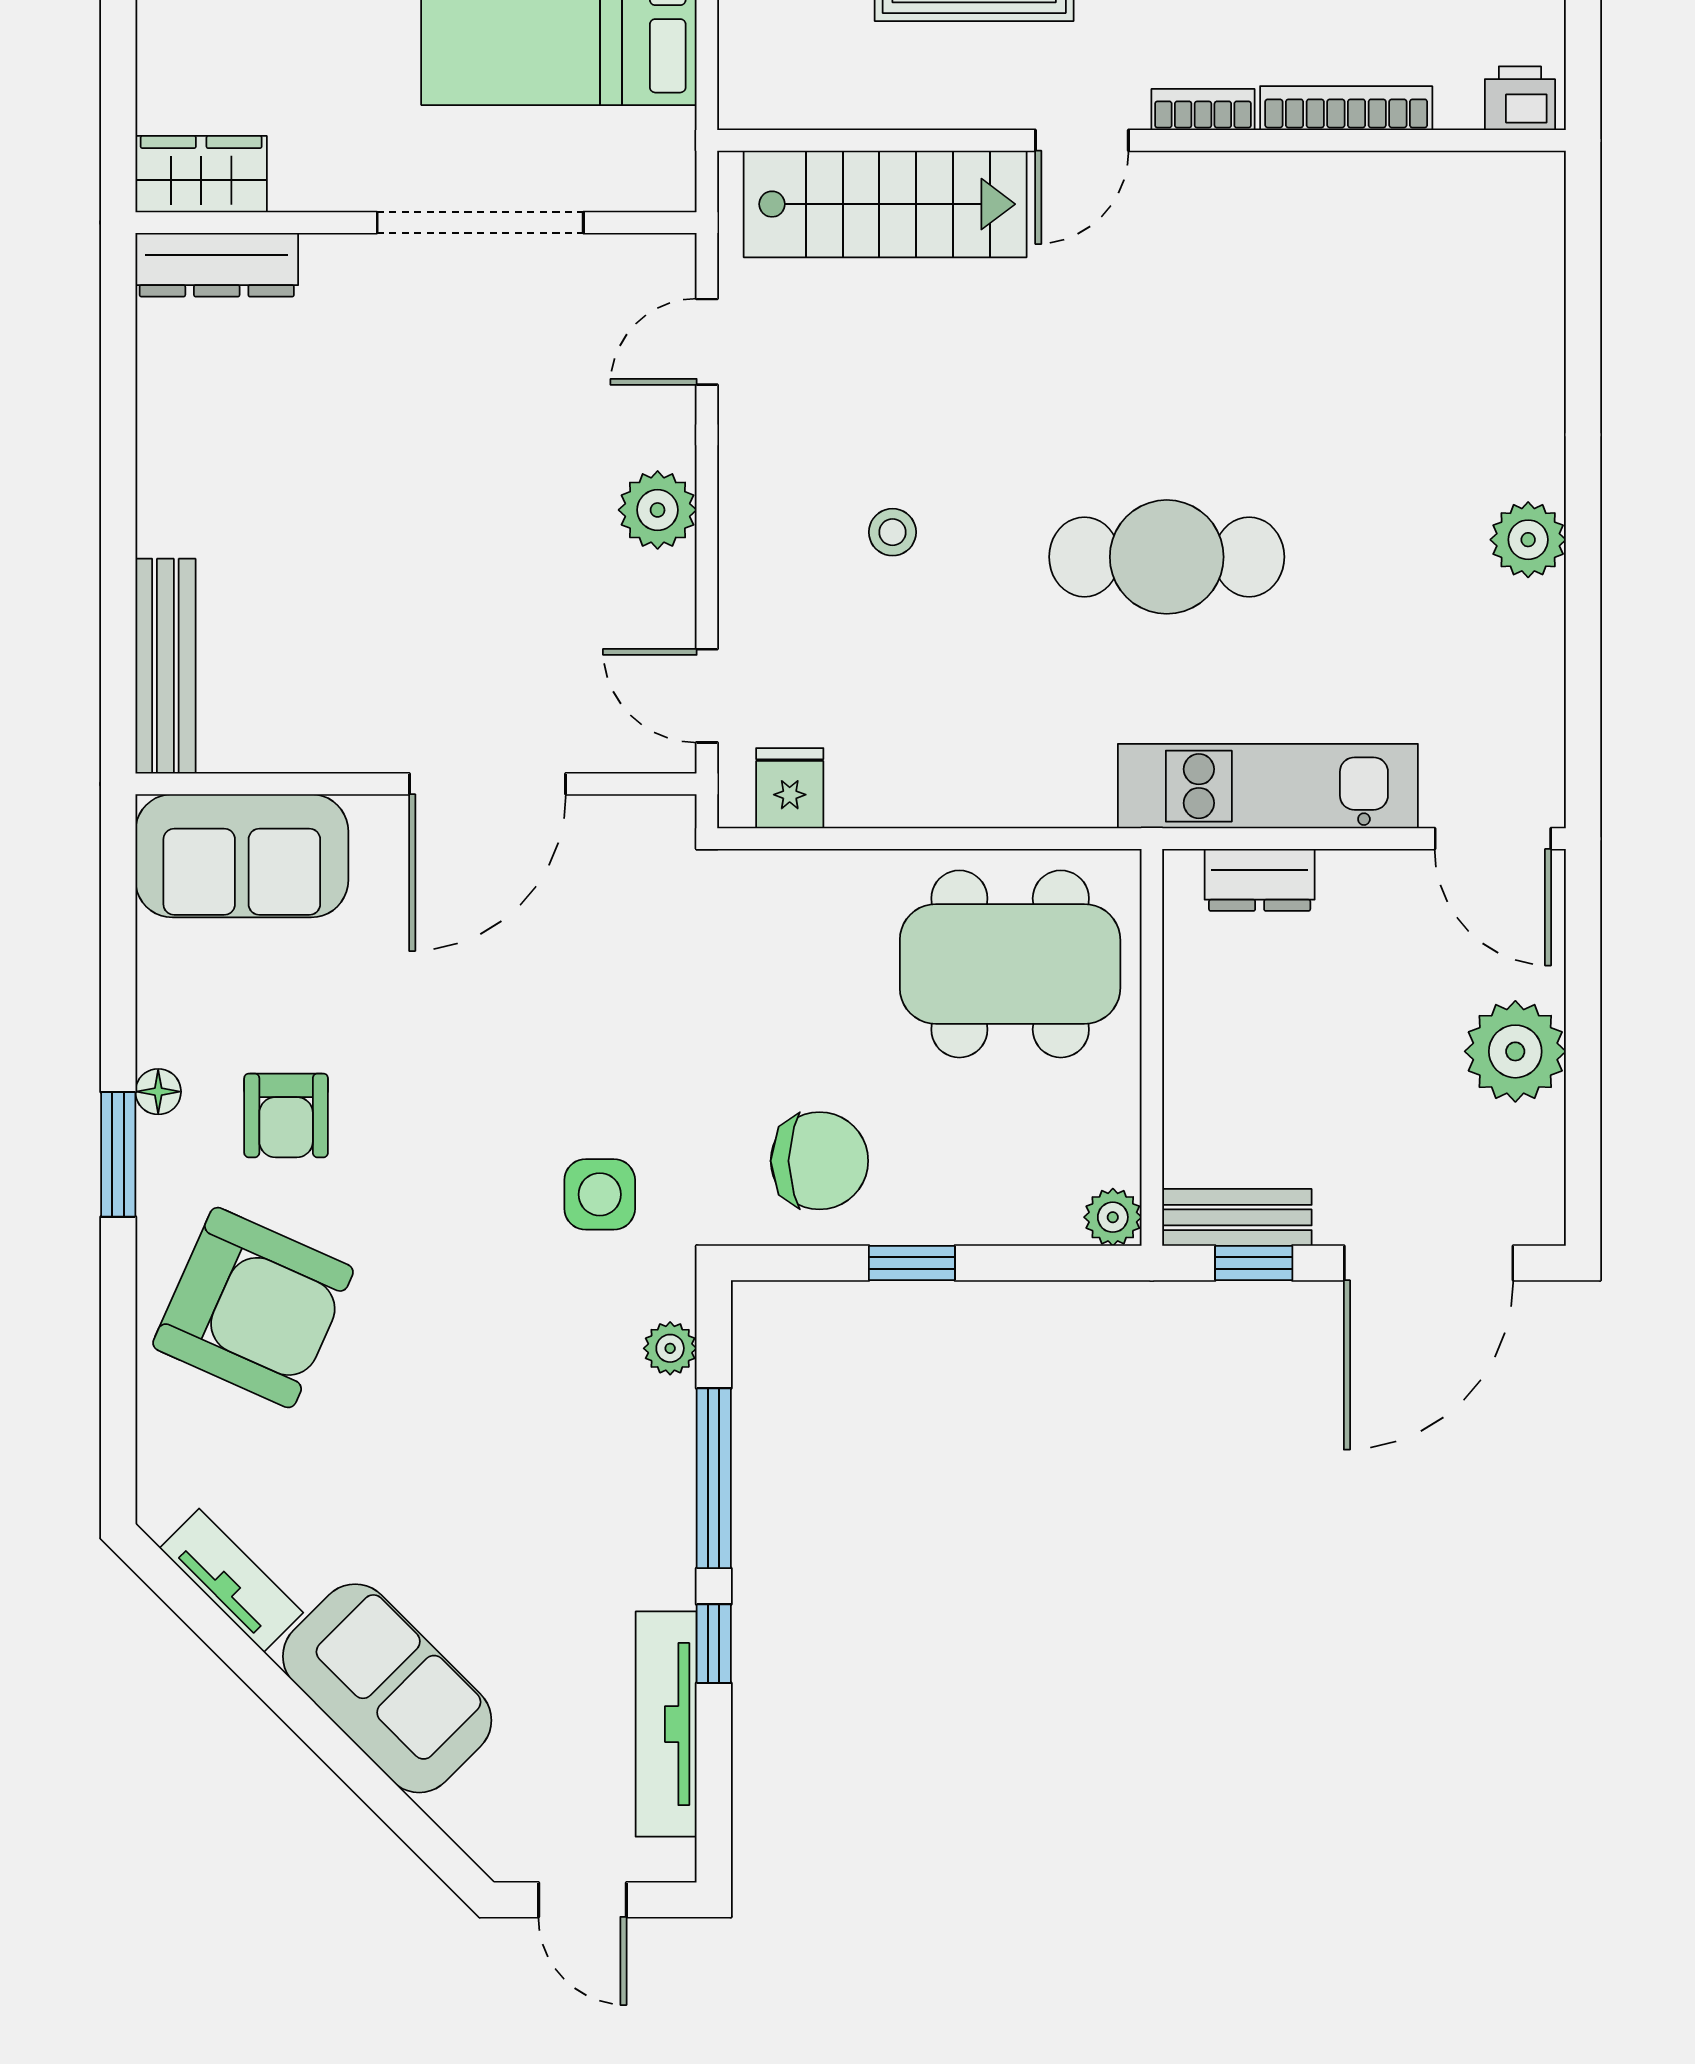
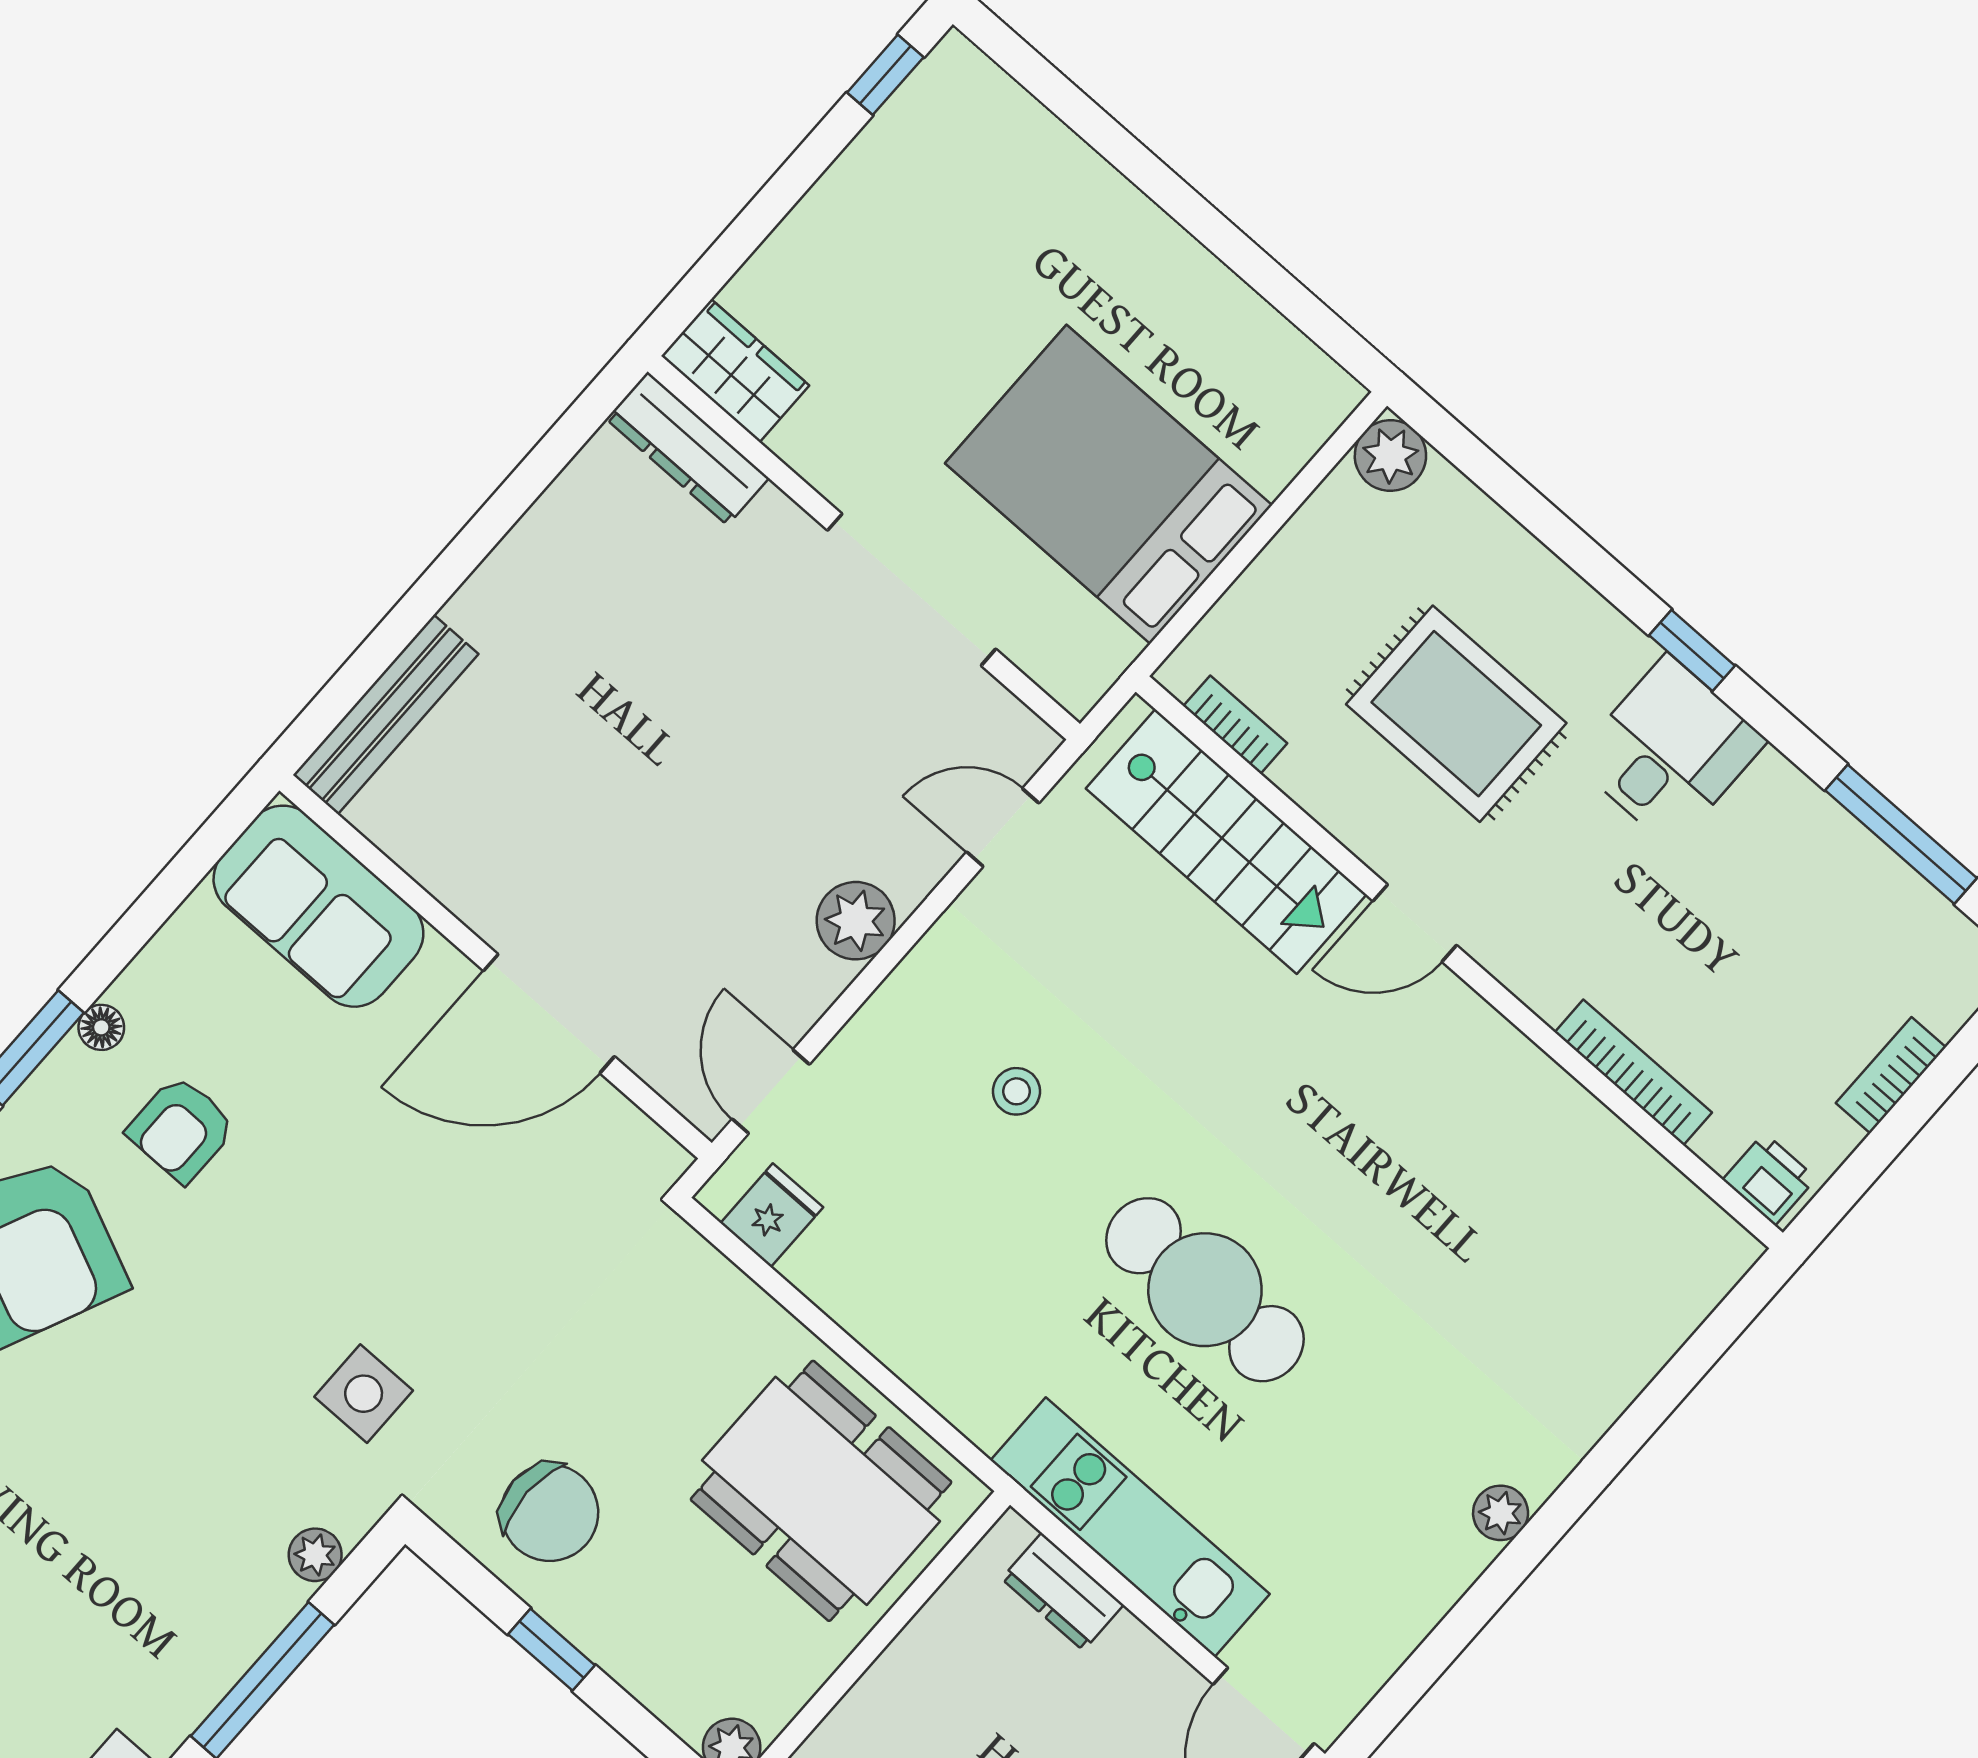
bookcase: (1203, 110) -> (1235, 725), moved
plant: (1528, 540) -> (1501, 1513), width x0.73, depth x0.73

